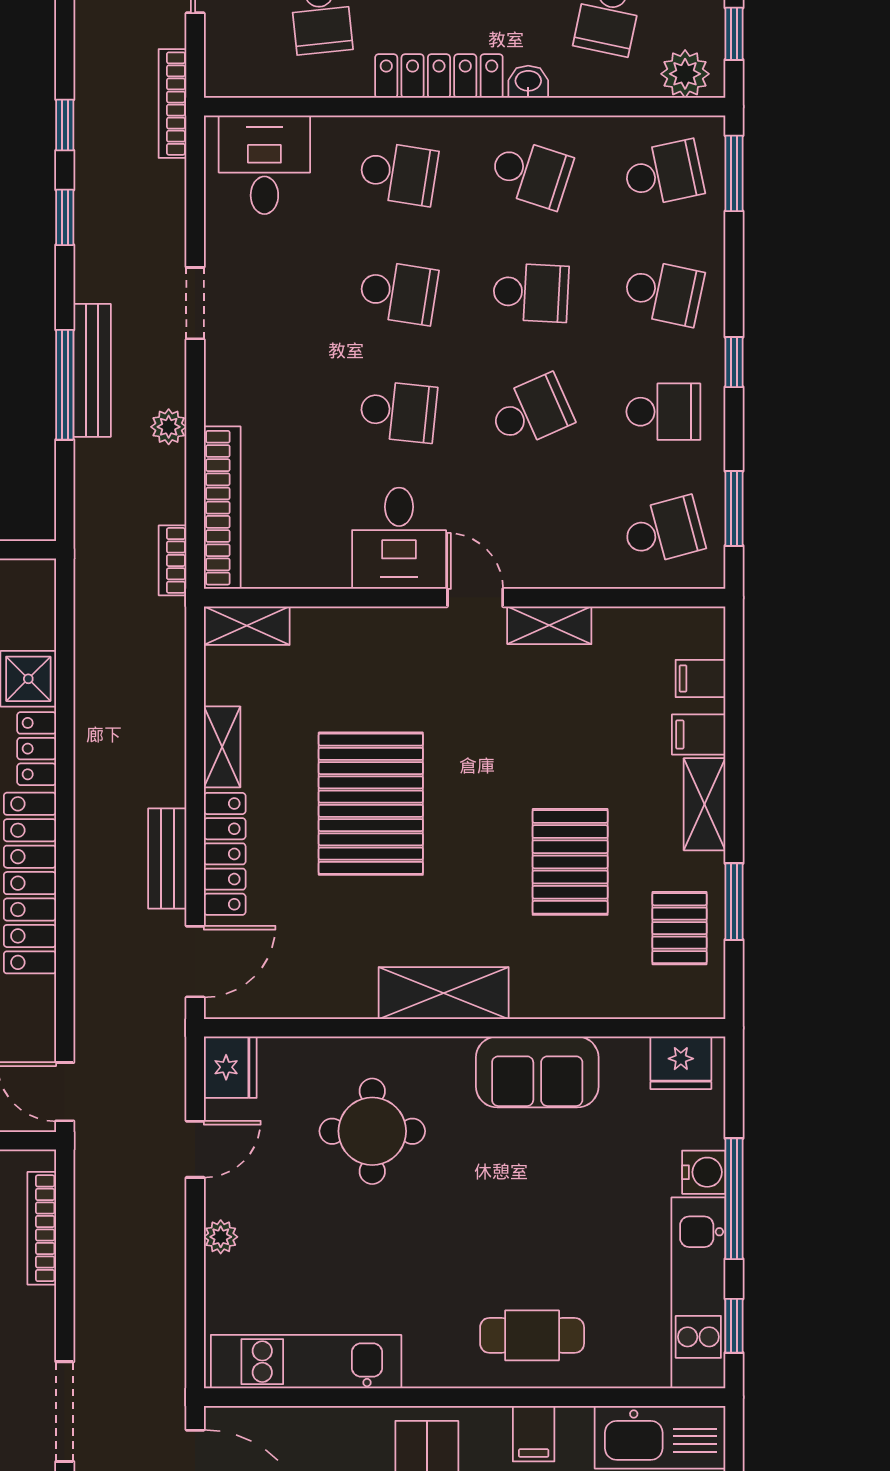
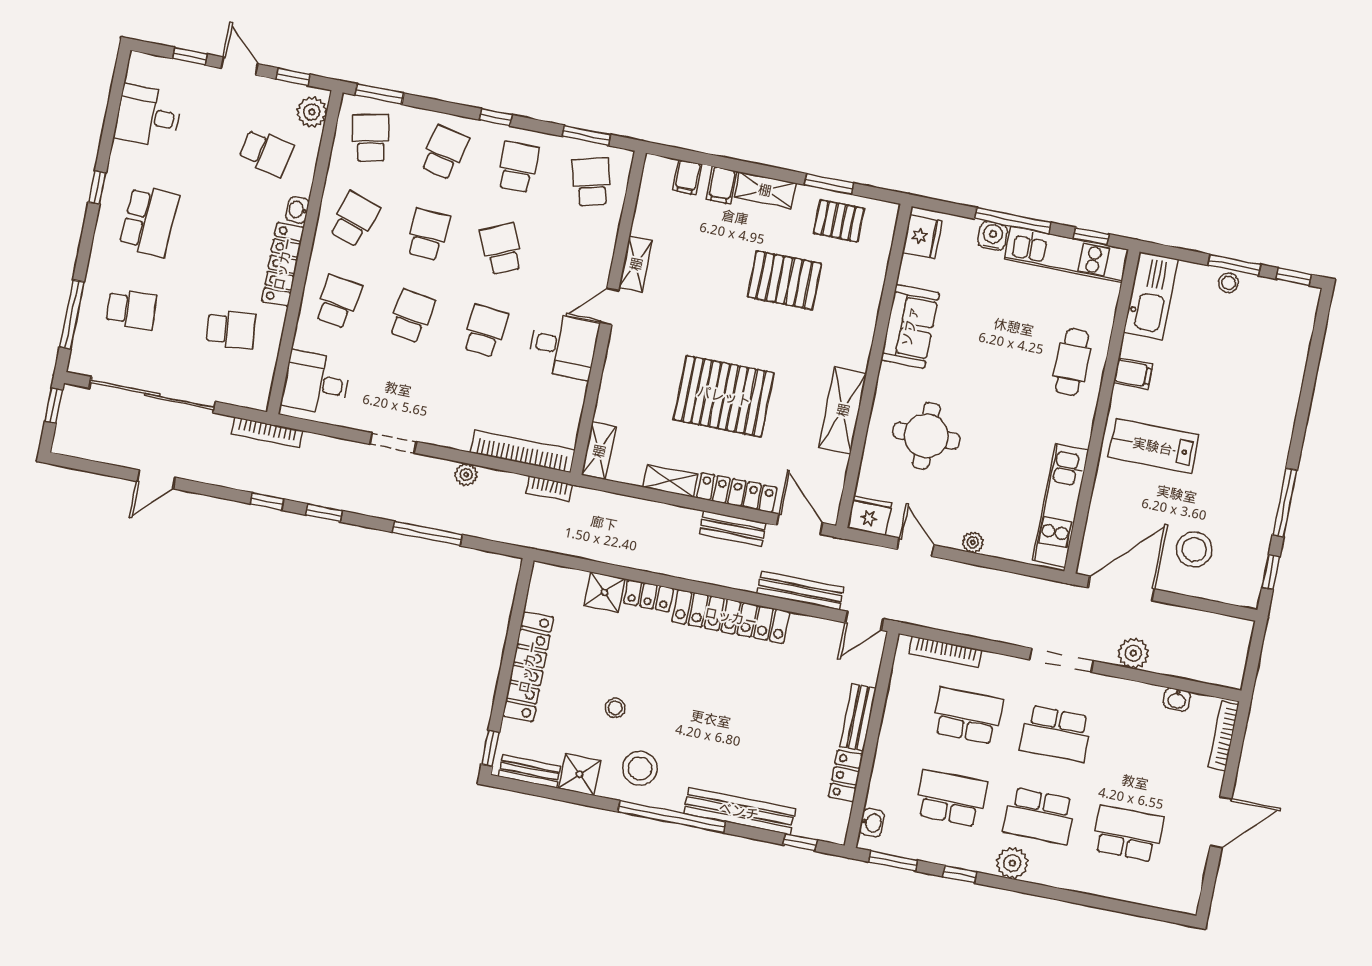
bench: (92, 370) -> (800, 590), moved
shelving: (444, 993) -> (843, 410), moved

